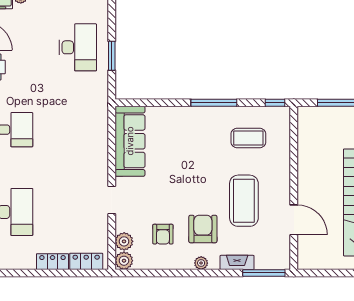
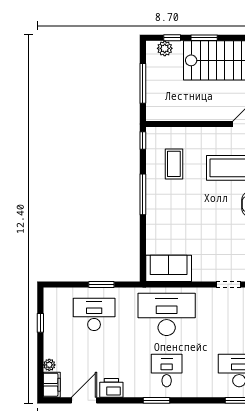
desk: (78, 130) -> (167, 314), added
sofa: (130, 141) -> (169, 268), width x0.73

